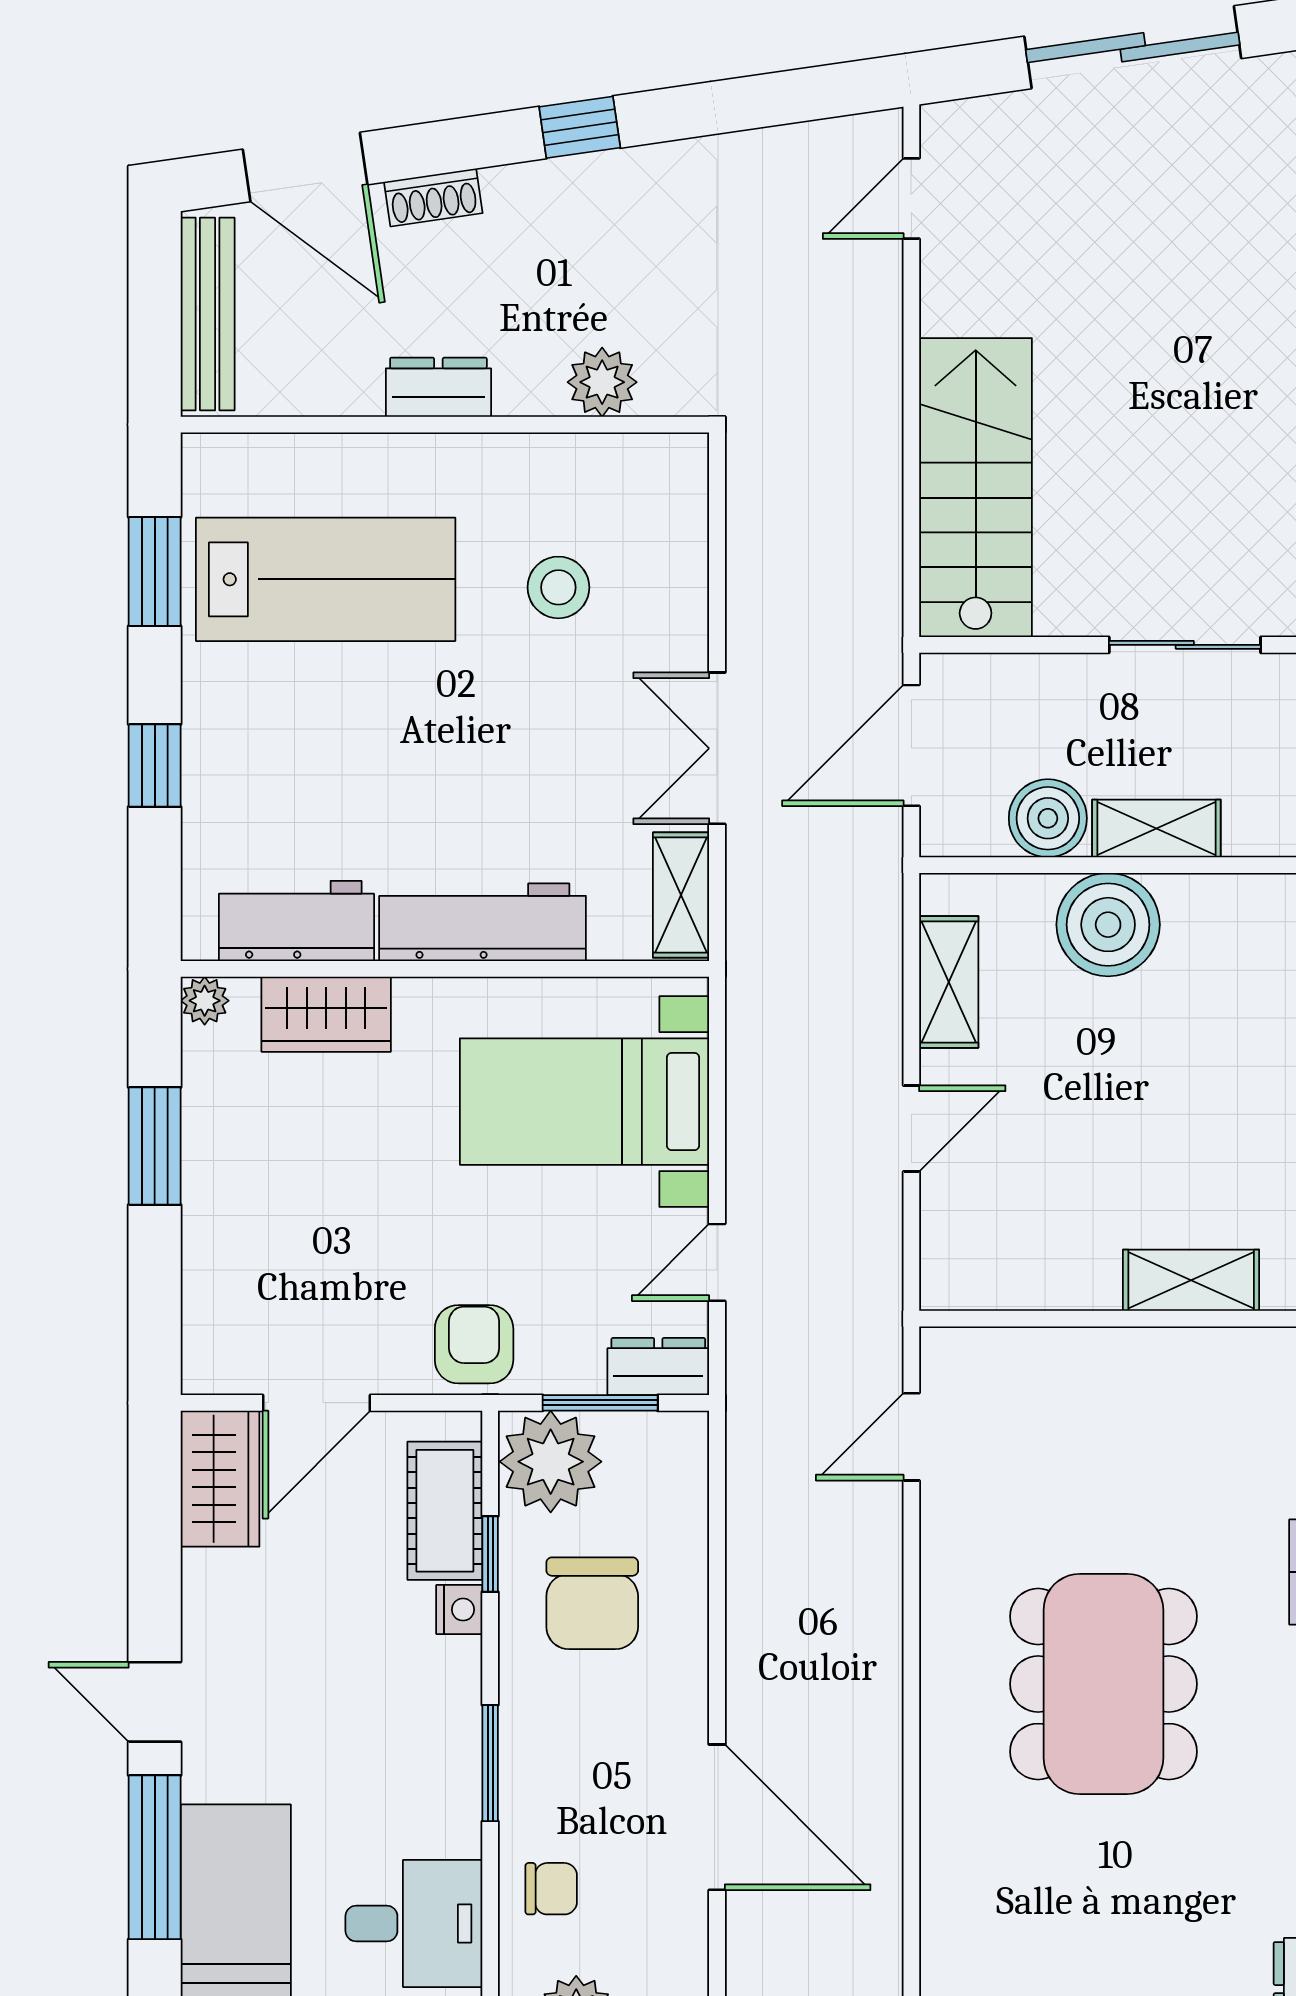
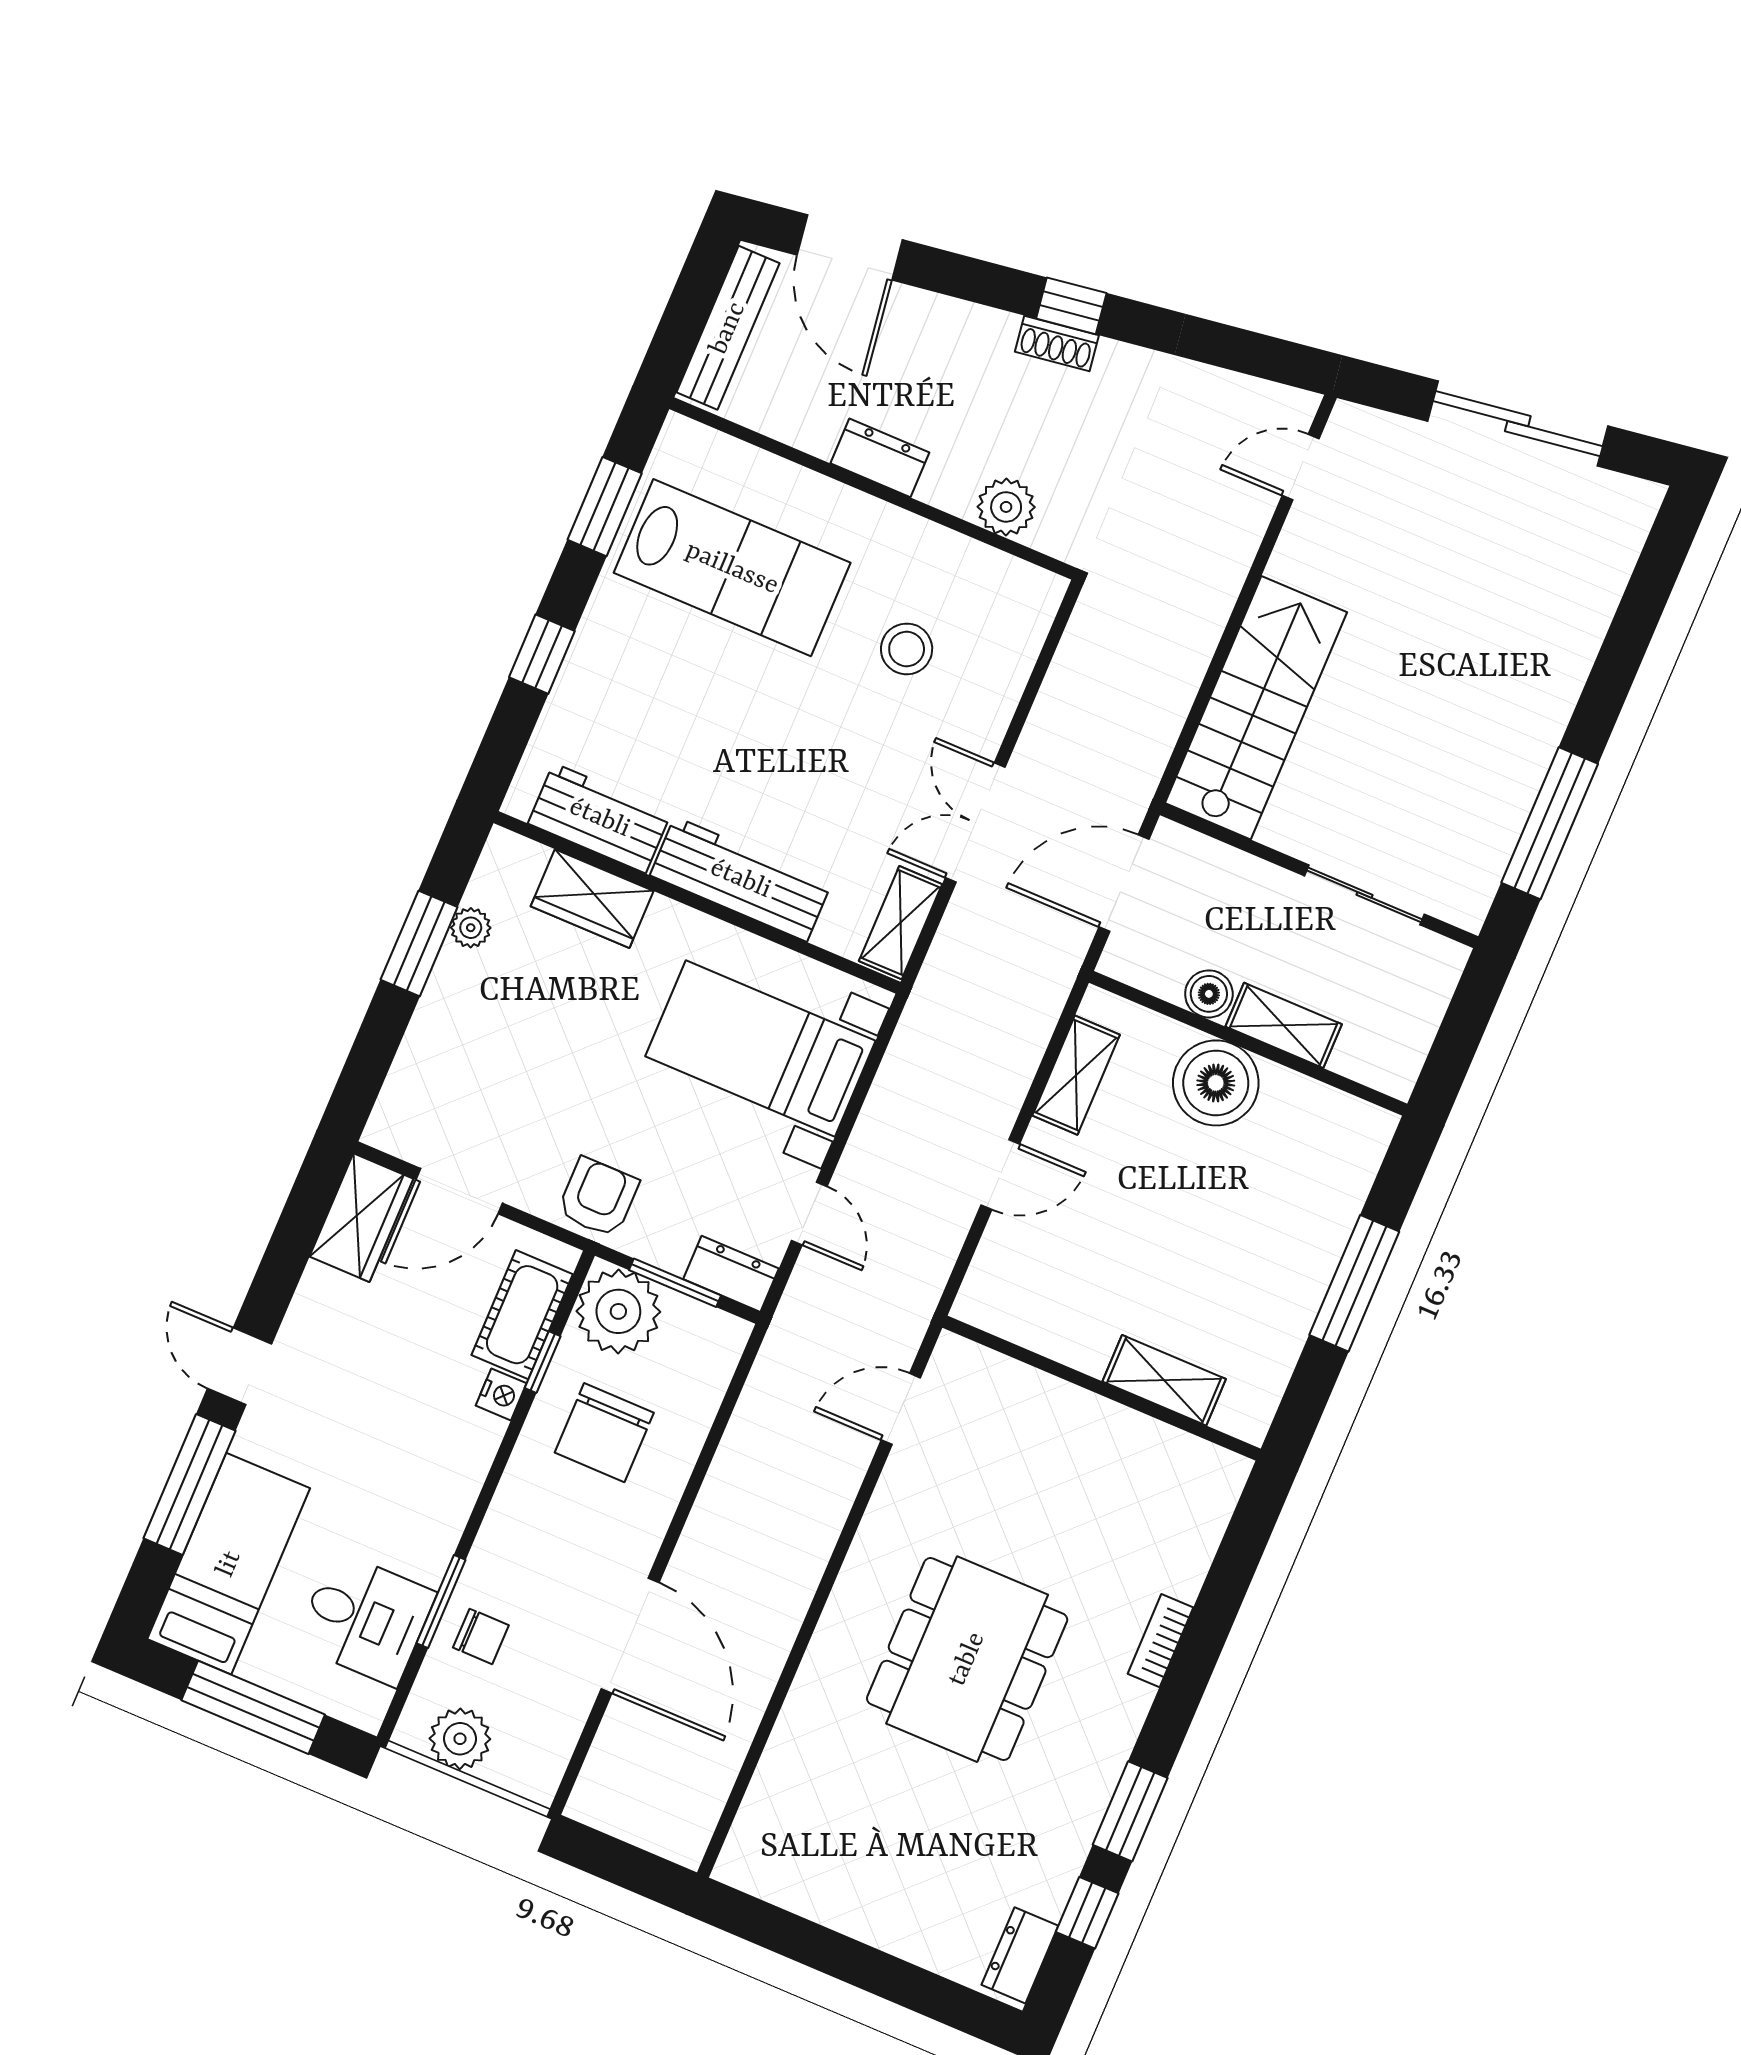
shoe rack: (433, 197) -> (1057, 343), moved
boiler: (1048, 818) -> (1209, 994), width x0.73, depth x0.73
plant: (205, 1001) -> (471, 928), moved
door: (717, 1262) -> (809, 1214), swing flipped
window: (490, 1763) -> (441, 1602), moved

